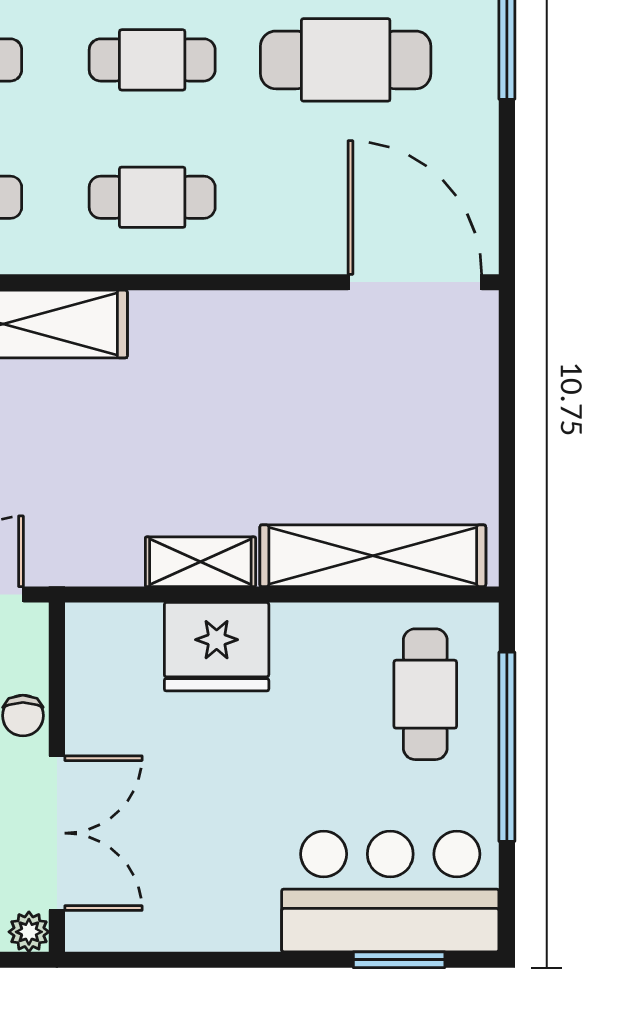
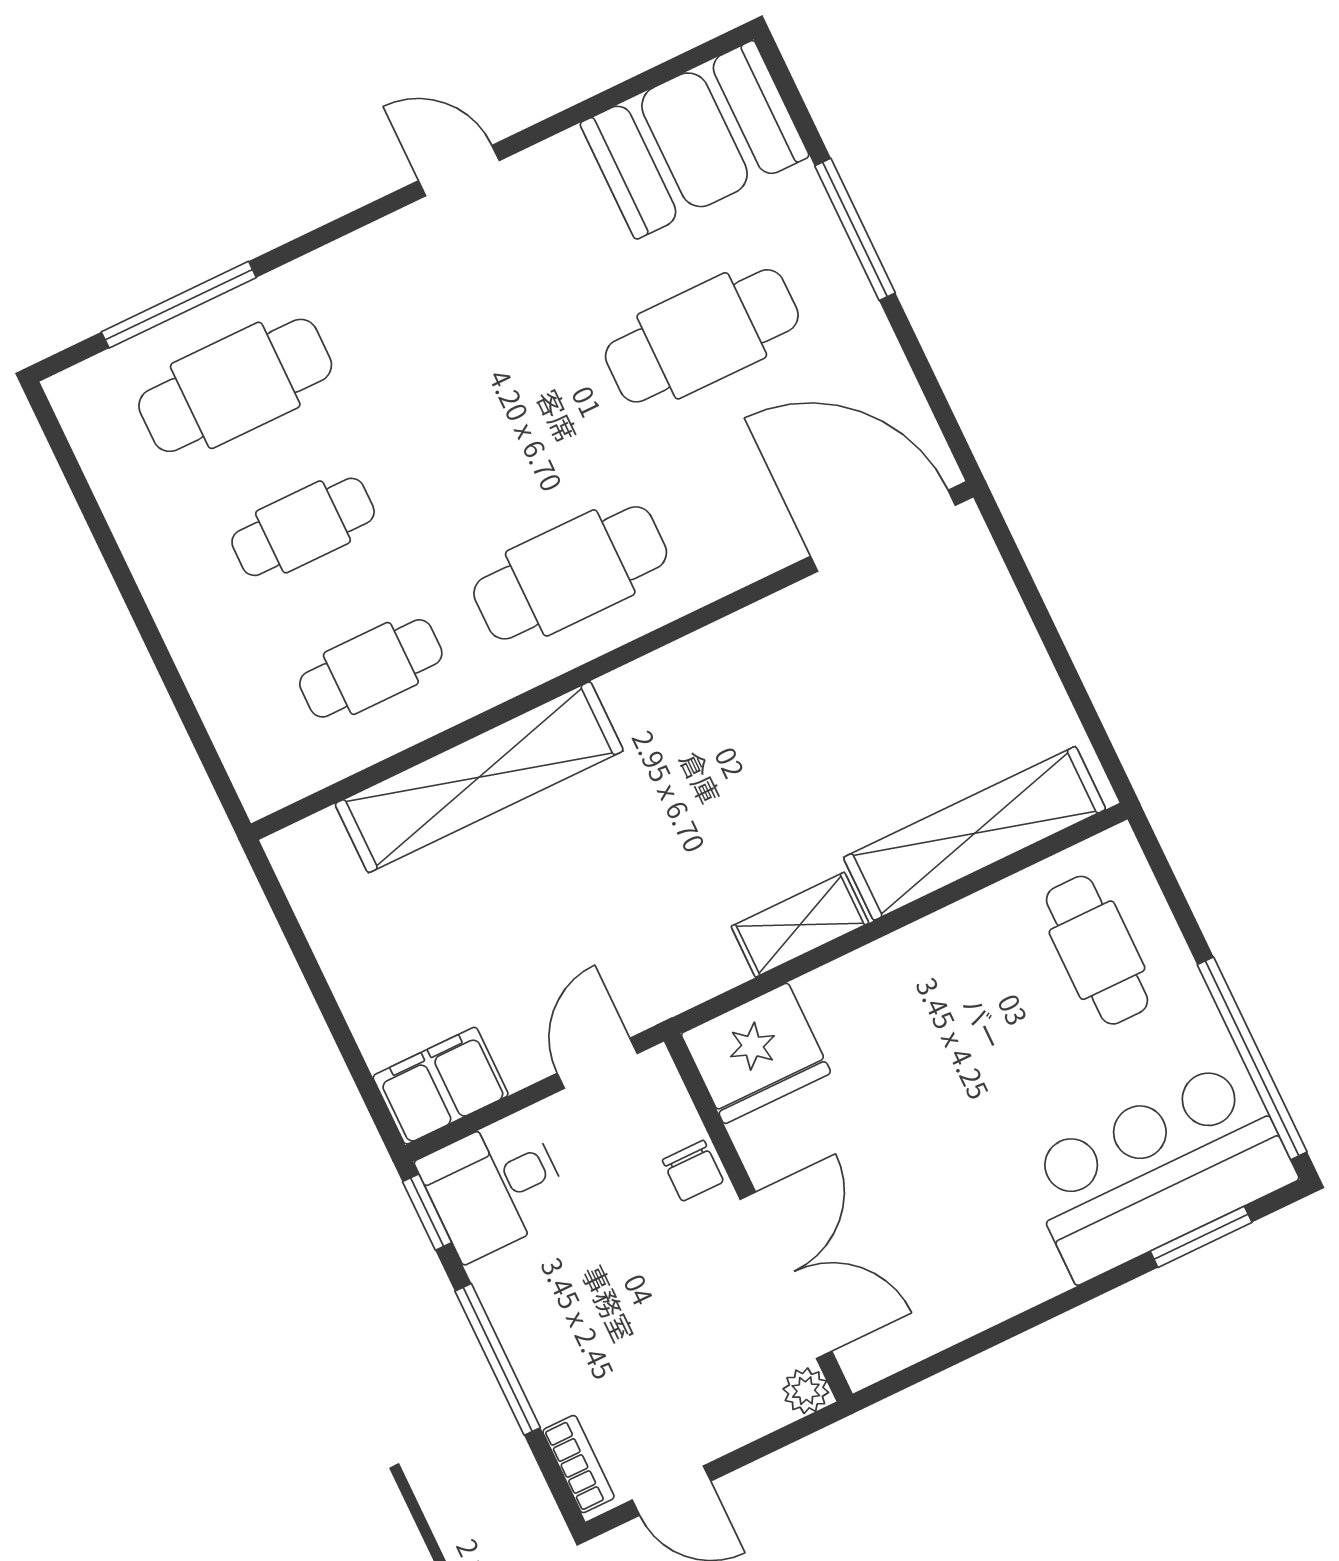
cafe table: (152, 60) -> (502, 431), removed
cafe table: (152, 197) -> (570, 573), width x1.37, depth x1.35
fridge: (217, 647) -> (756, 1053), moved
window: (507, 747) -> (1252, 1058), moved

